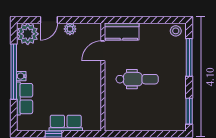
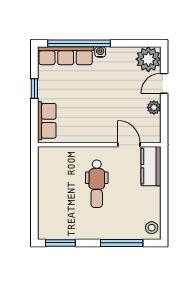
door: (49, 20) -> (164, 83), hinge flipped
window: (14, 72) -> (79, 43), moved
row of seats: (25, 99) -> (66, 56), width x1.48
row of seats: (66, 123) -> (47, 121), moved

